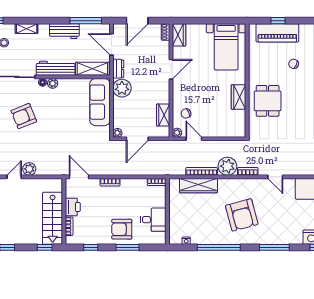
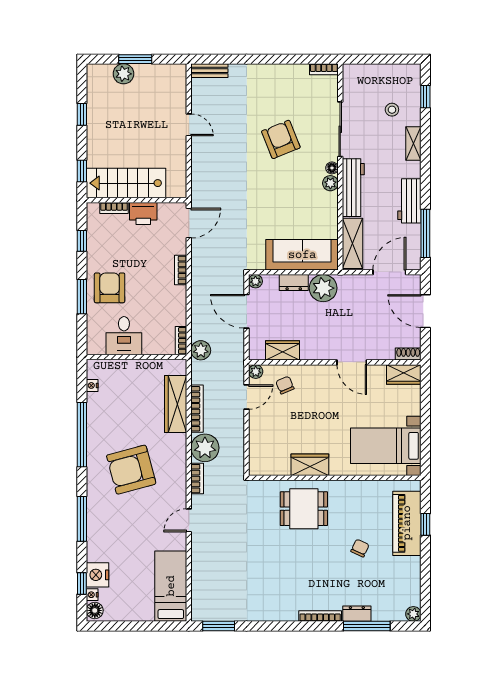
dresser: (118, 69) -> (294, 282), moved
plant: (29, 169) -> (201, 350), moved

